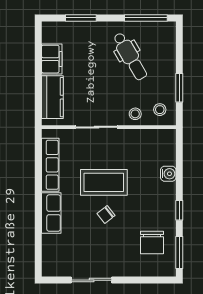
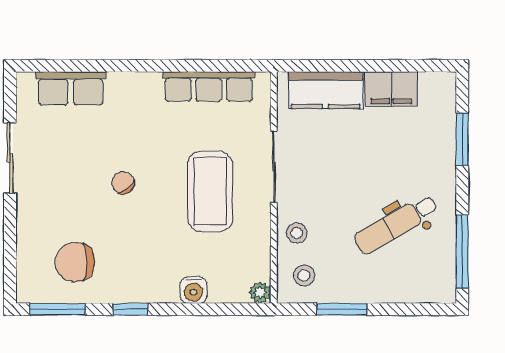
plant: (170, 135) -> (260, 293), added
coffee table: (104, 182) -> (210, 191), moved
row of seats: (51, 213) -> (71, 88), moved

